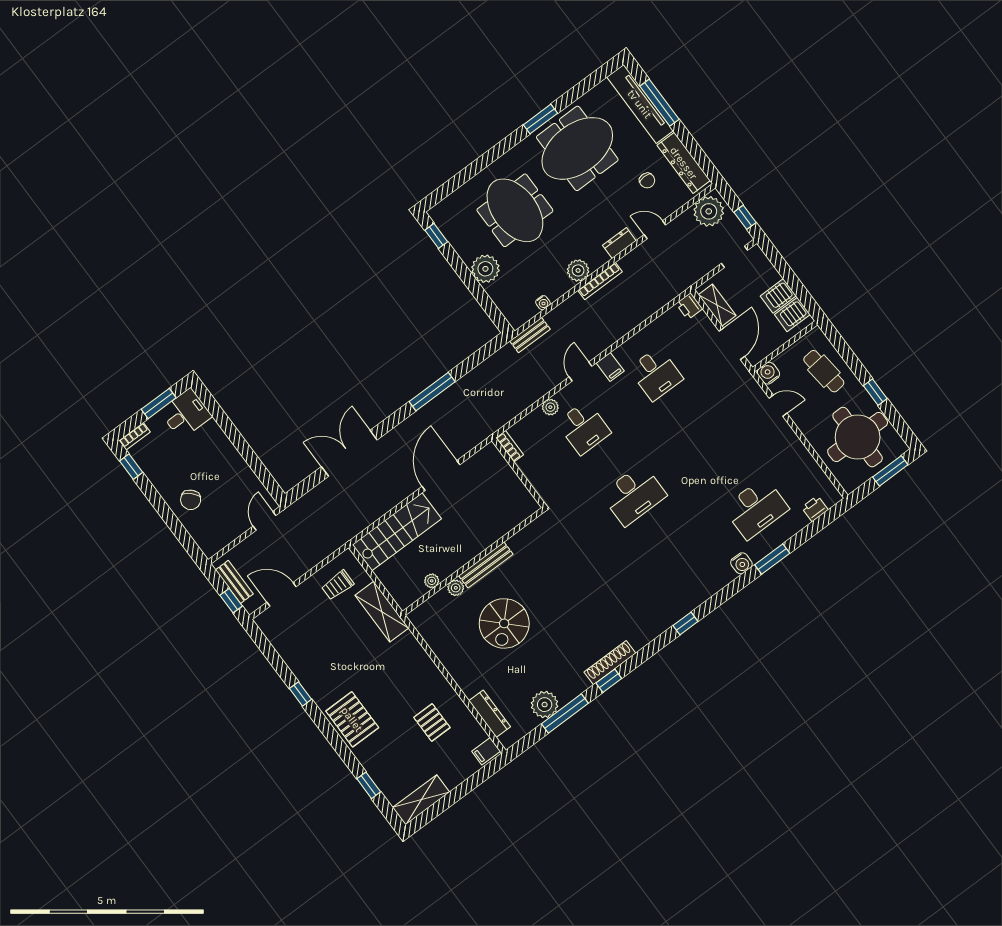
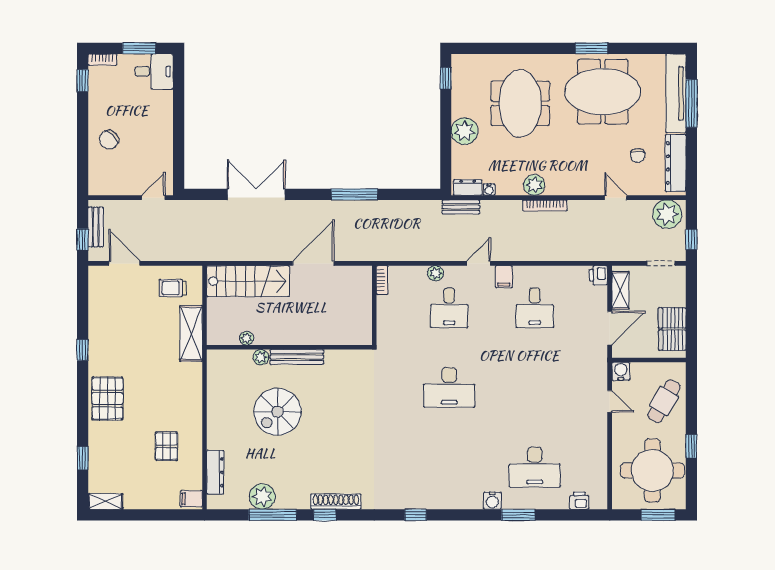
dresser: (619, 243) -> (468, 187), moved
cafe table: (824, 371) -> (664, 401), turned 36
shelving: (421, 800) -> (105, 502), width x0.67, depth x0.75

